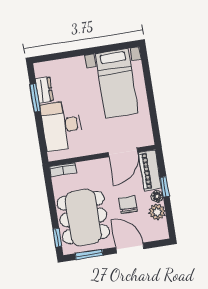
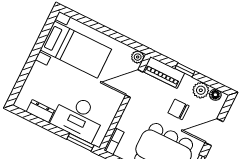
window: (35, 98) -> (80, 142), moved
plant: (147, 139) -> (138, 57), added
door: (123, 152) -> (134, 84), swing flipped
floor lamp: (157, 196) -> (215, 95), moved

